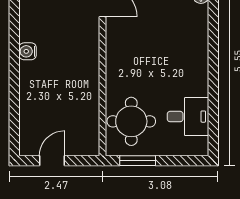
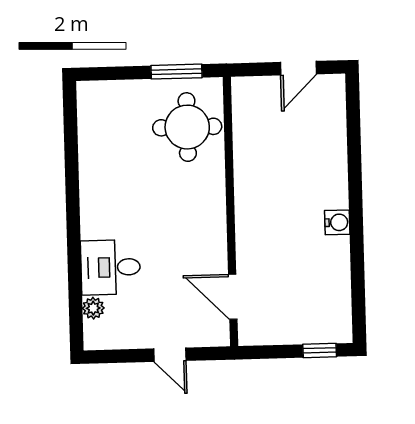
desk: (188, 117) -> (111, 267), moved

